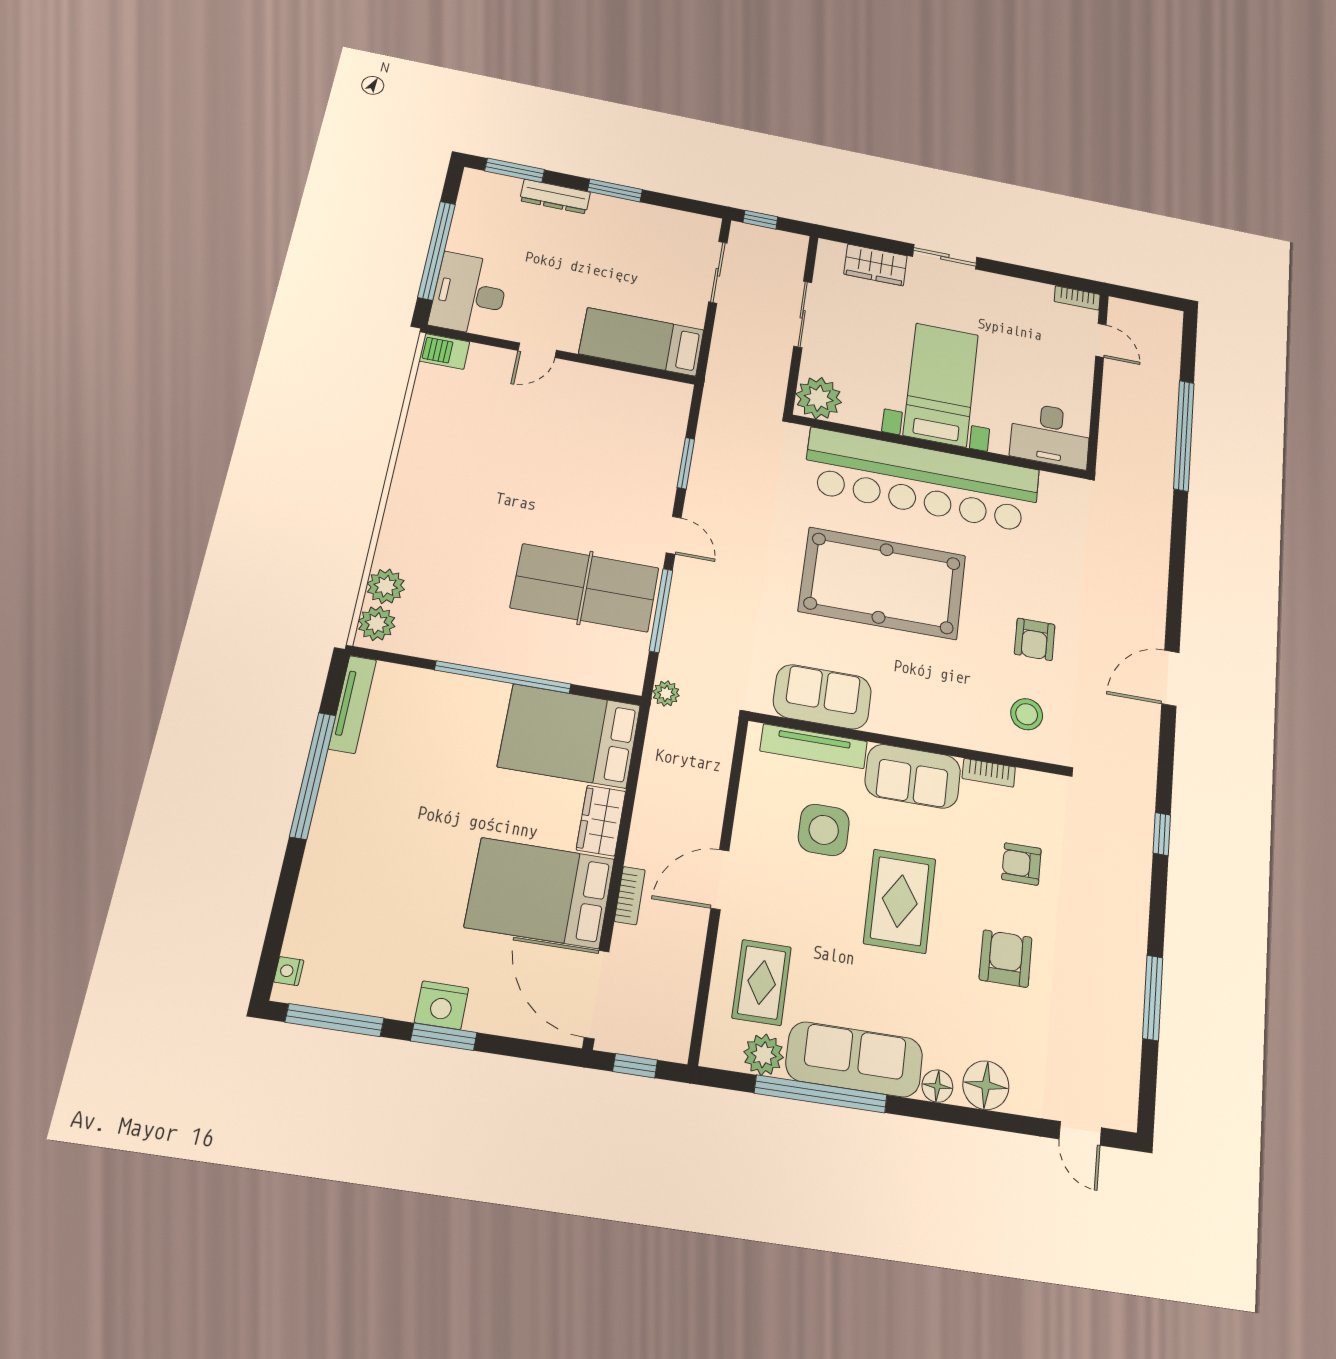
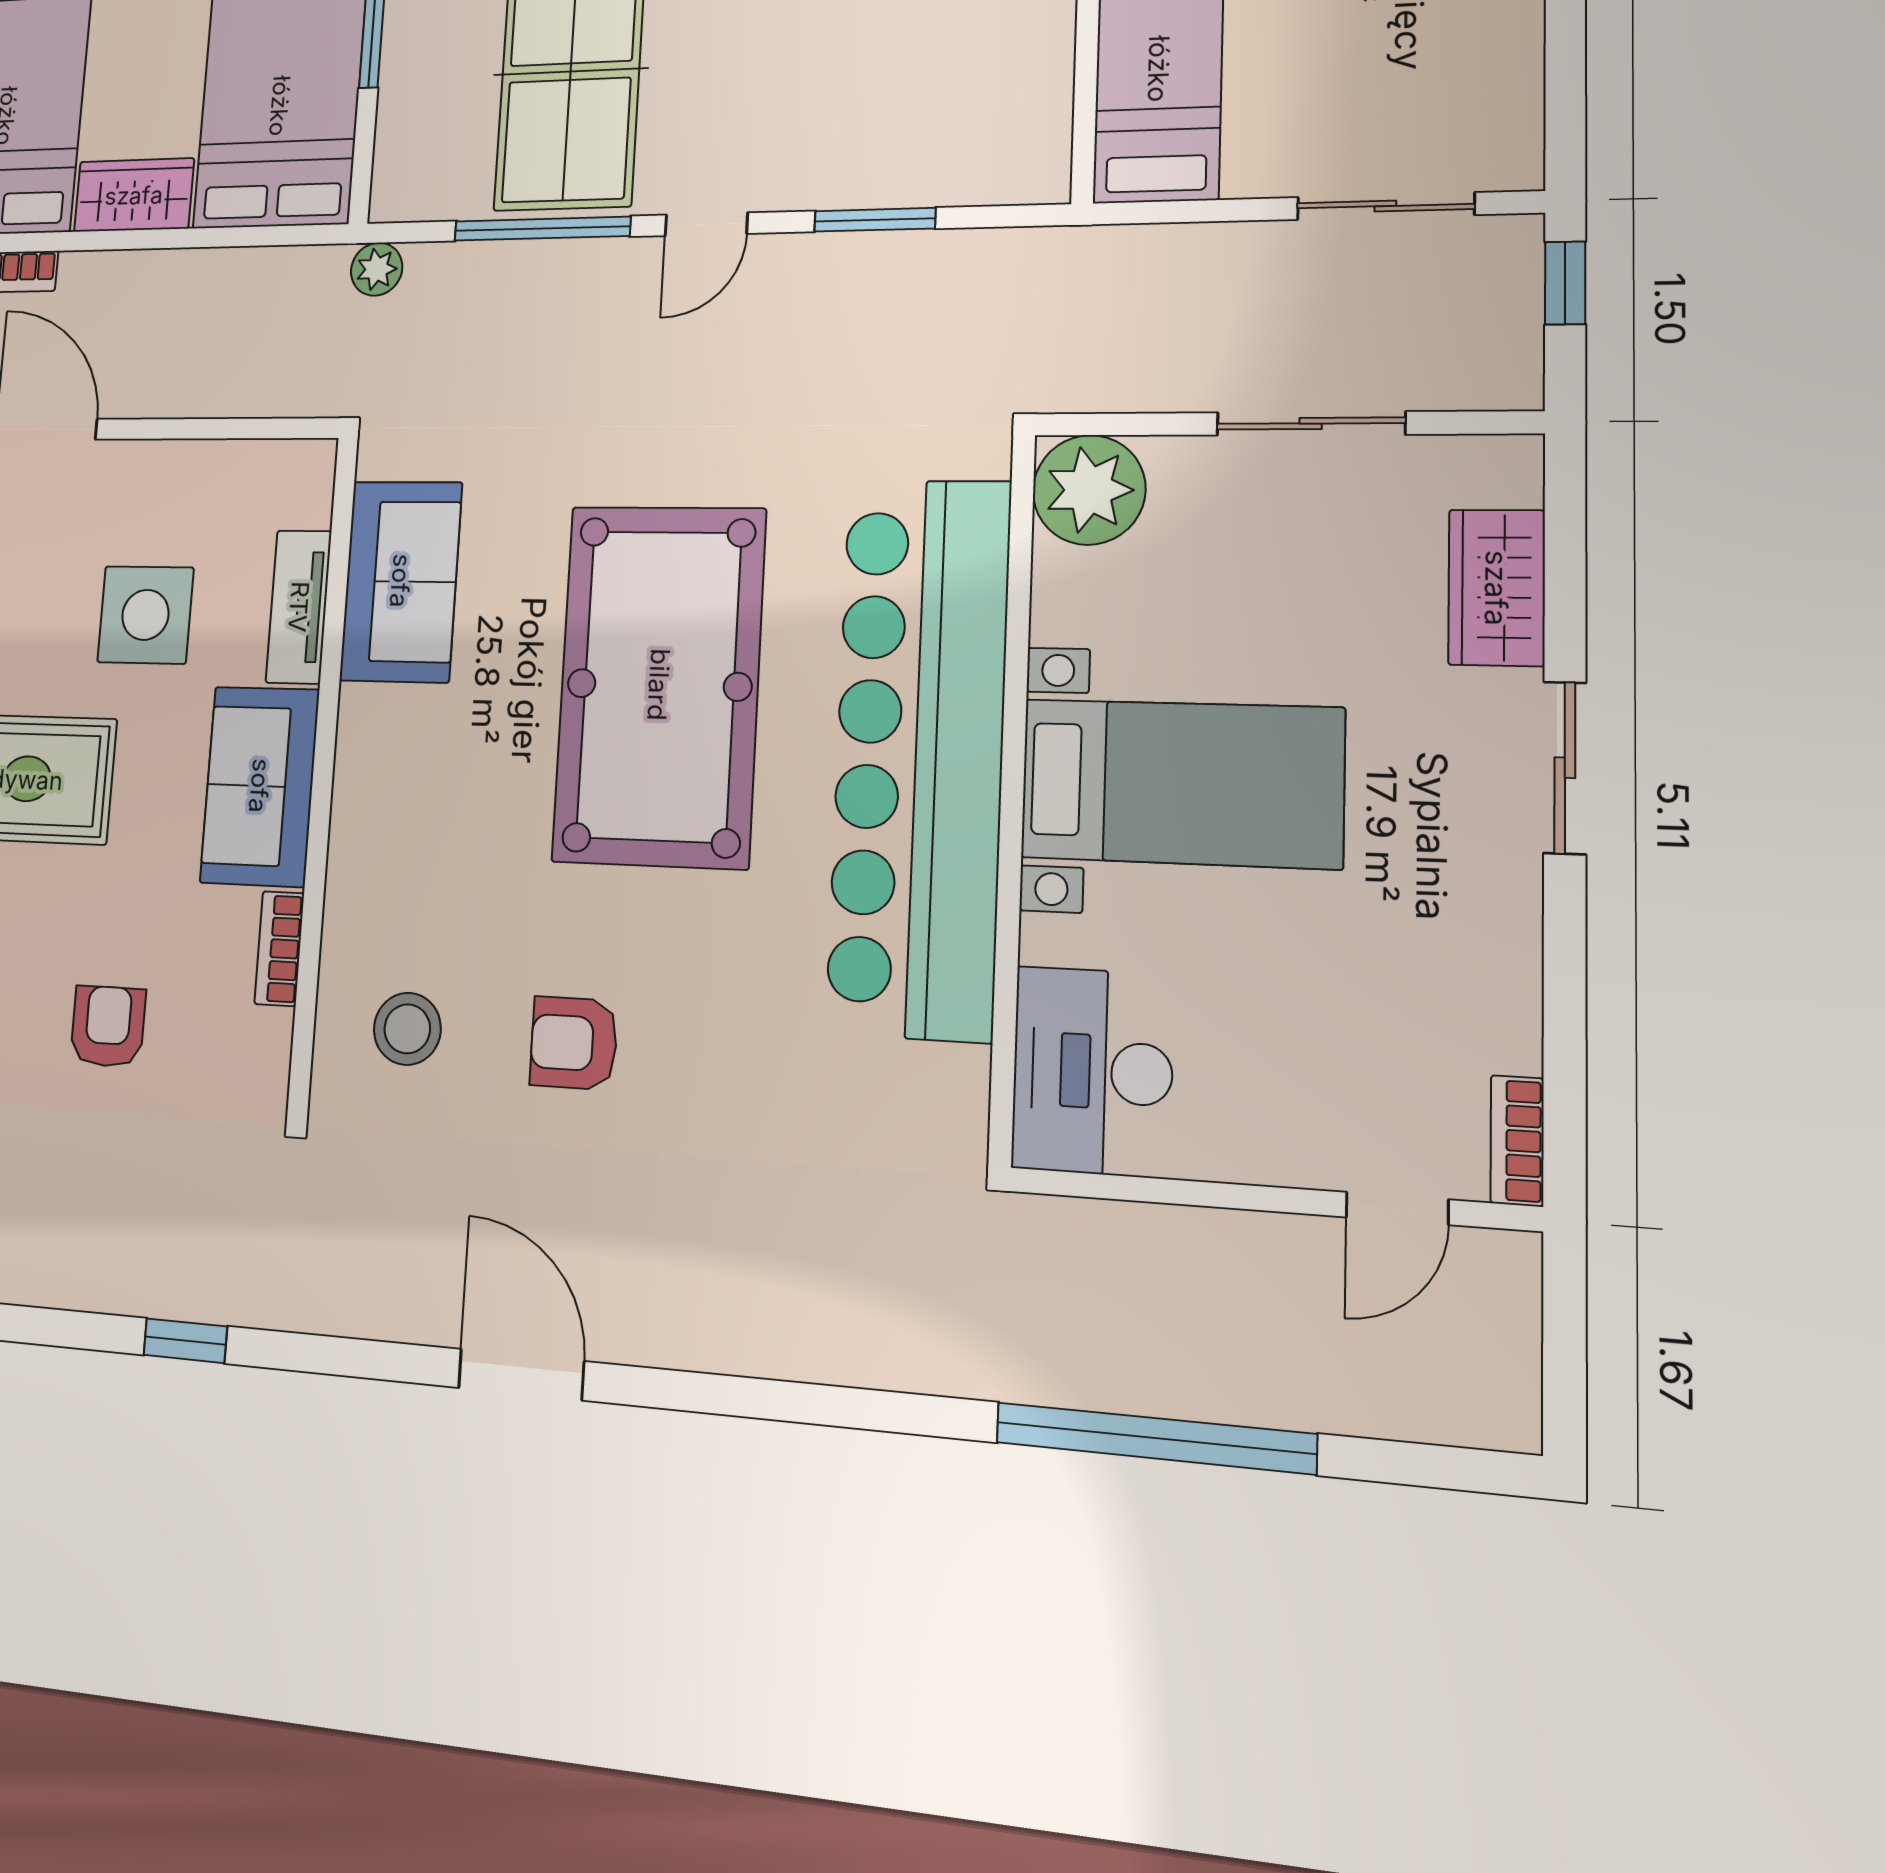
tv unit: (814, 746) -> (299, 607), width x0.71

